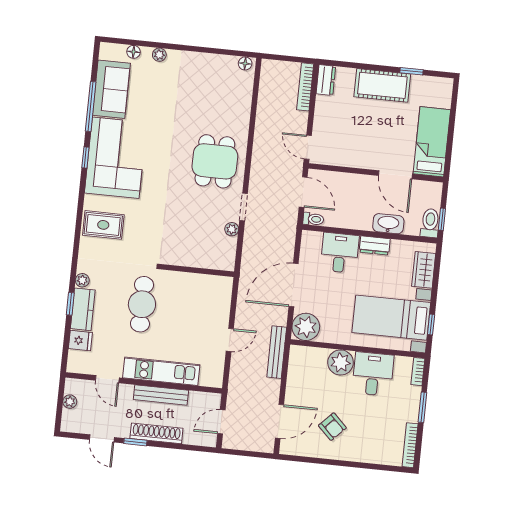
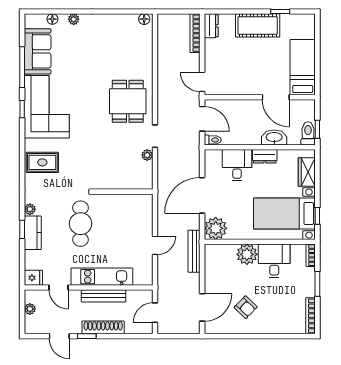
fridge: (80, 341) -> (33, 278), moved

